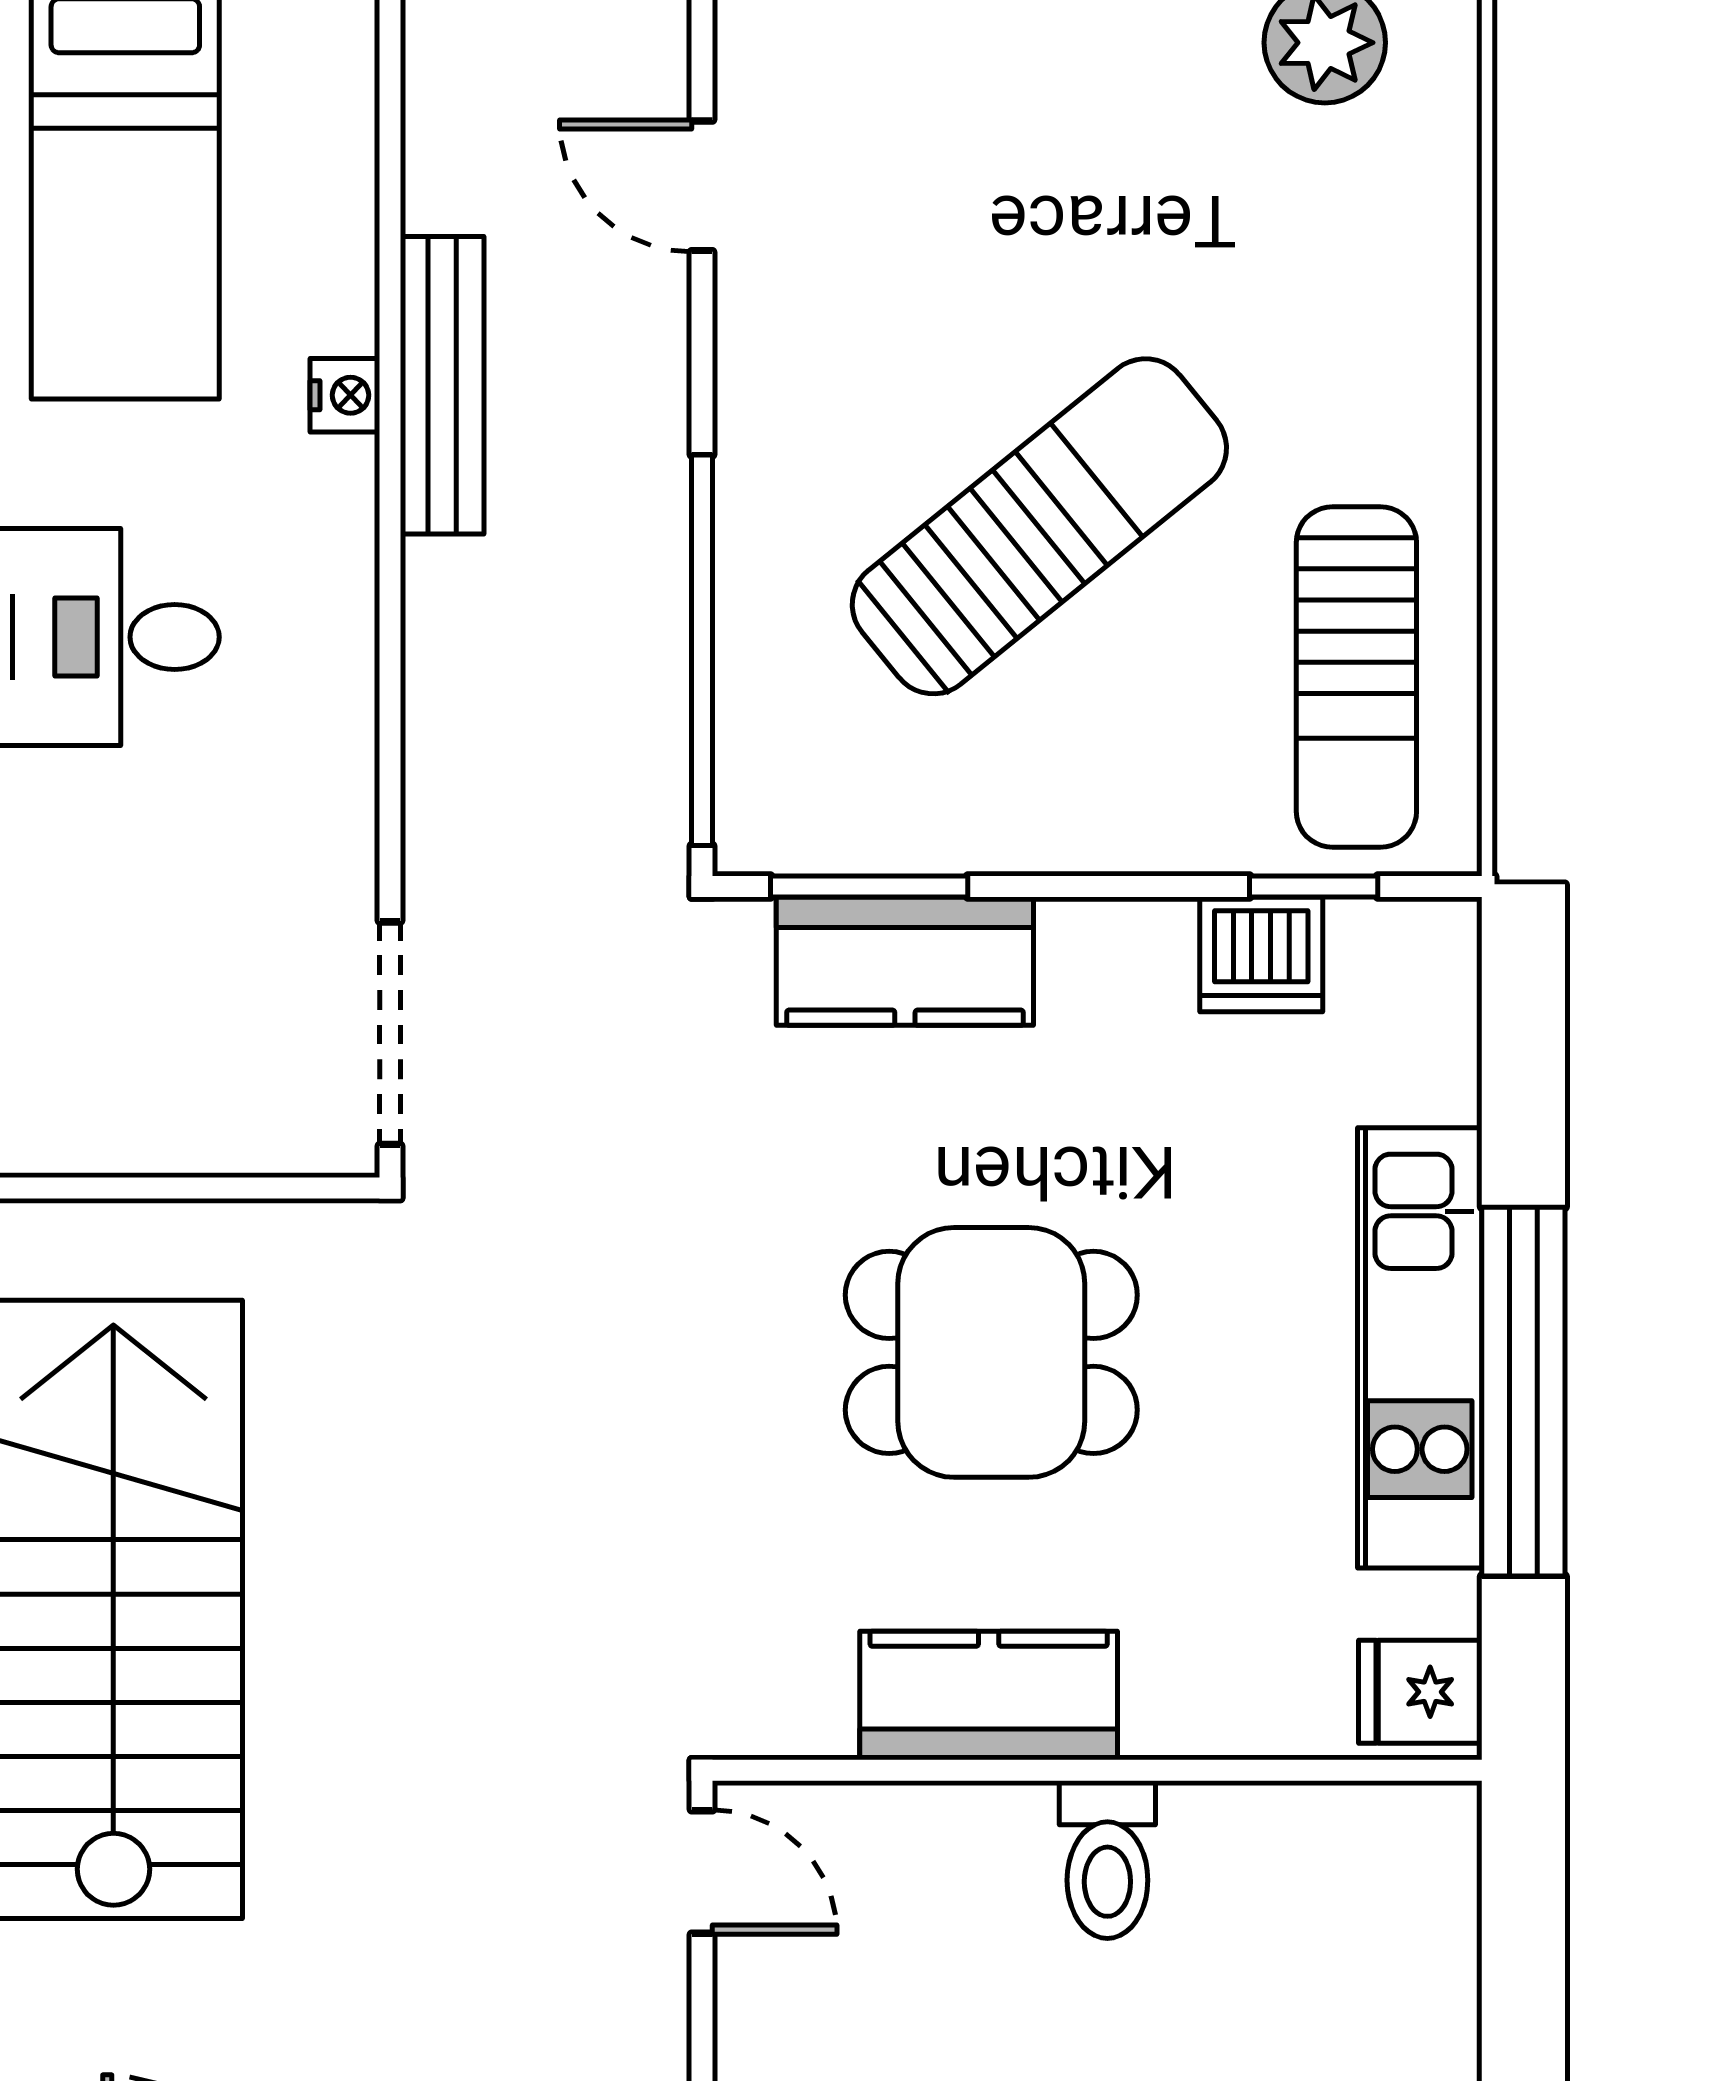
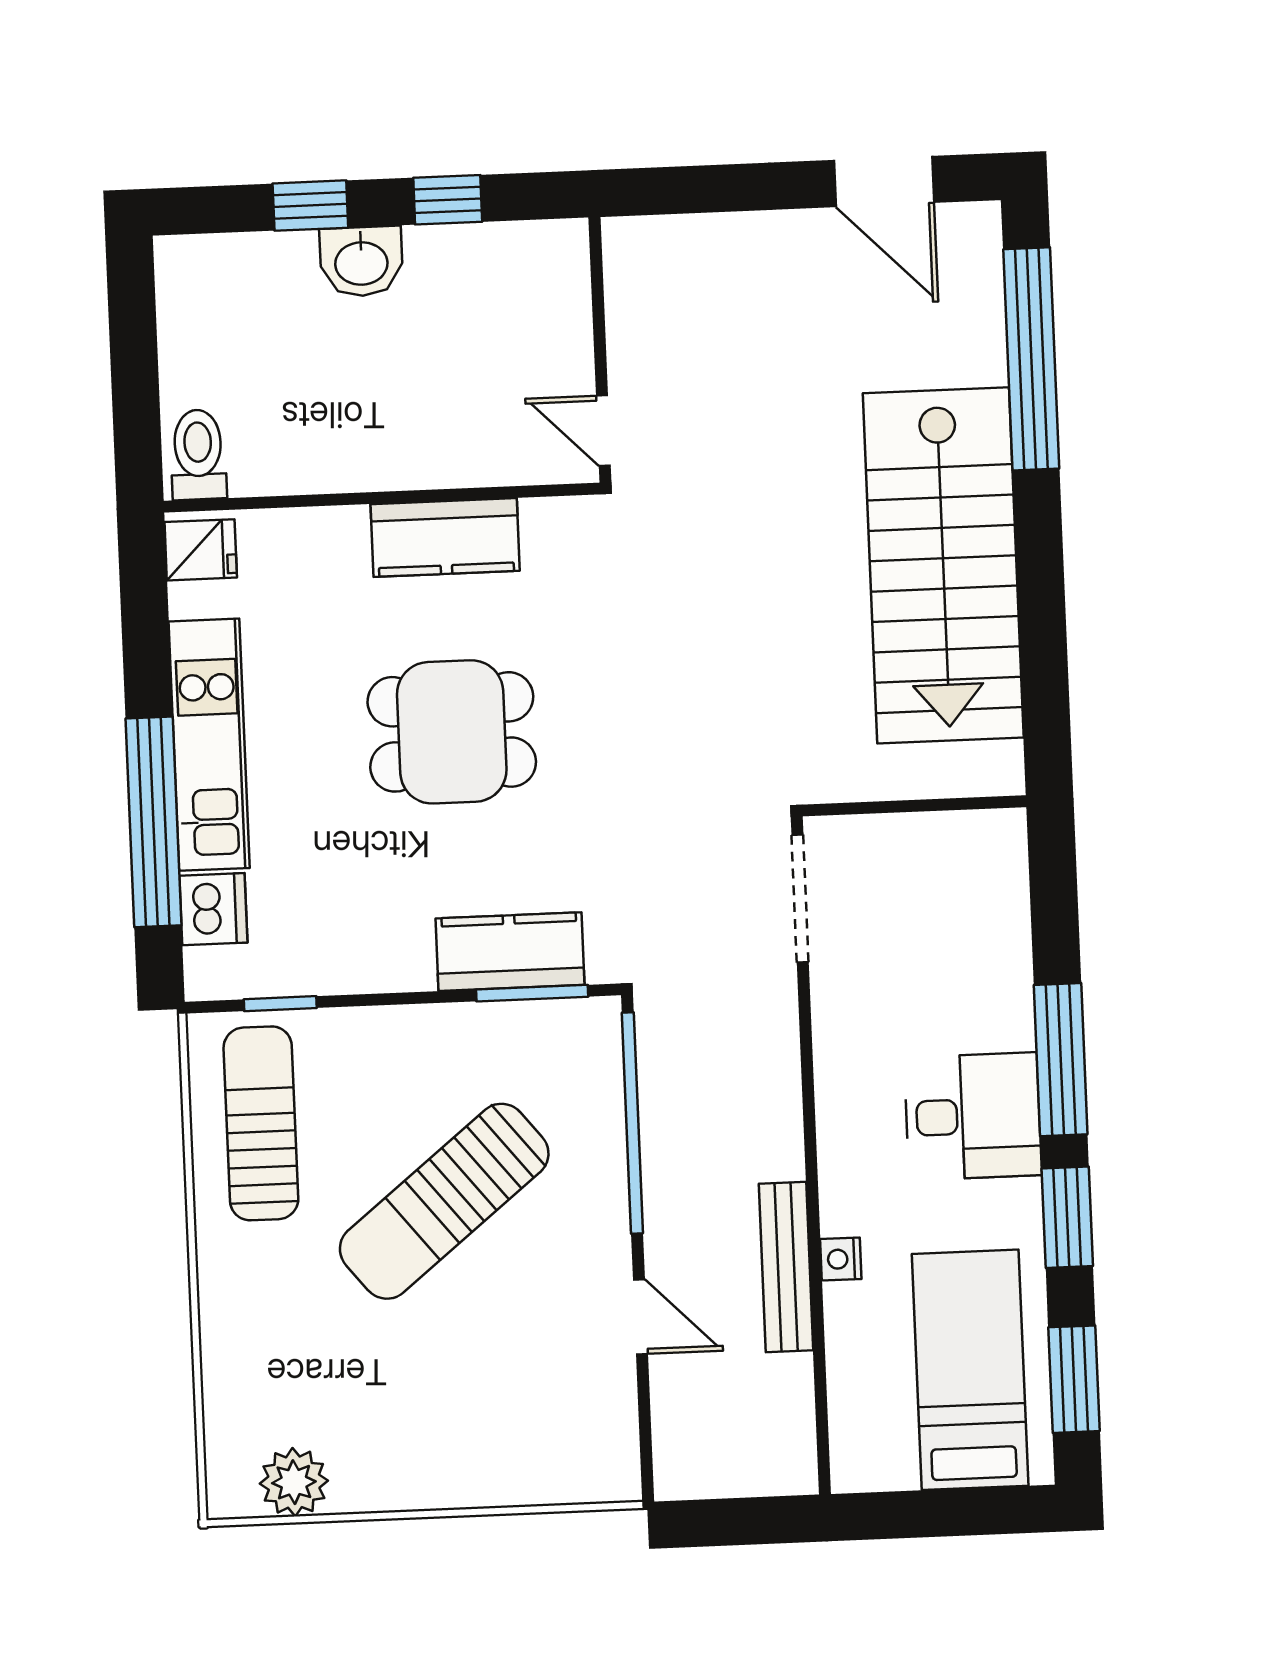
door: (702, 186) -> (641, 1317), moved
dishwasher: (1261, 954) -> (213, 909), moved, turned 90
window: (1523, 1392) -> (153, 822), moved
toilet: (1107, 1860) -> (198, 455), moved

